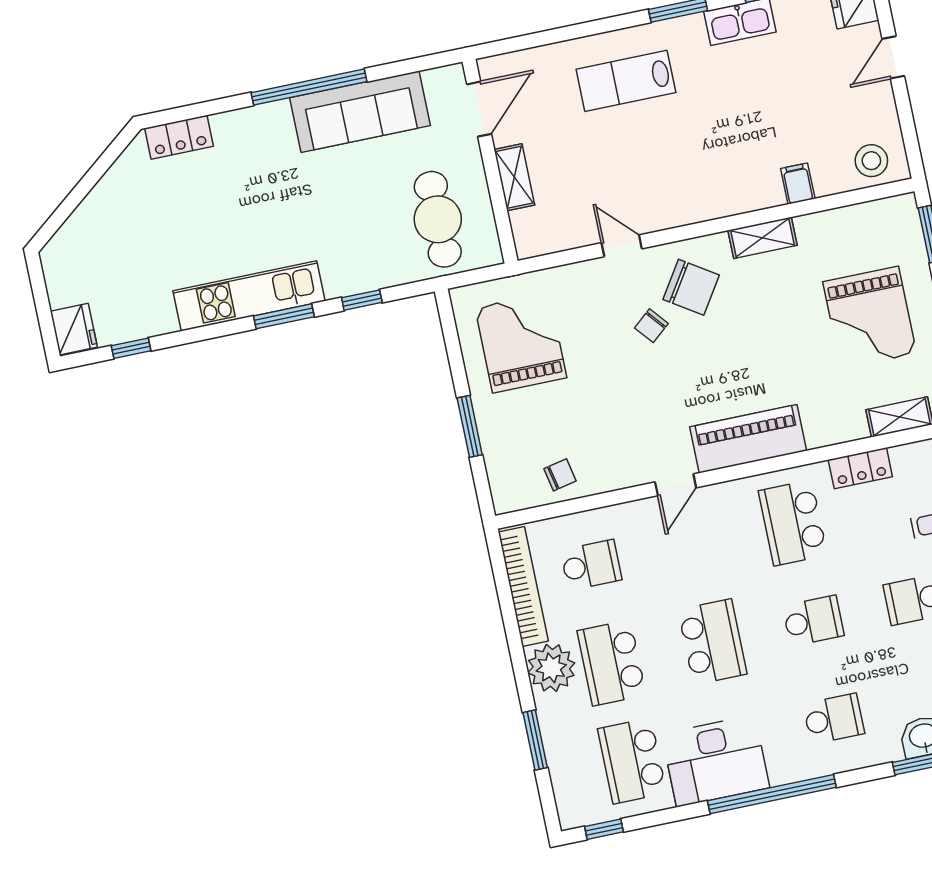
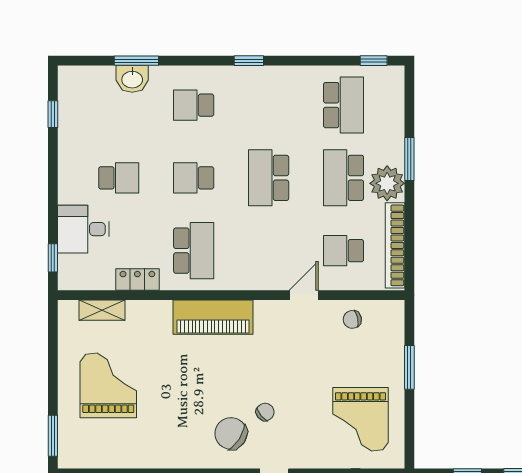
shelving: (762, 238) -> (173, 458), removed
door: (676, 485) -> (304, 295), moved
school desk: (612, 663) -> (344, 178), turned 180
window: (535, 740) -> (409, 159), moved
desk: (716, 761) -> (284, 93), removed
window: (772, 794) -> (249, 61), width x0.32

